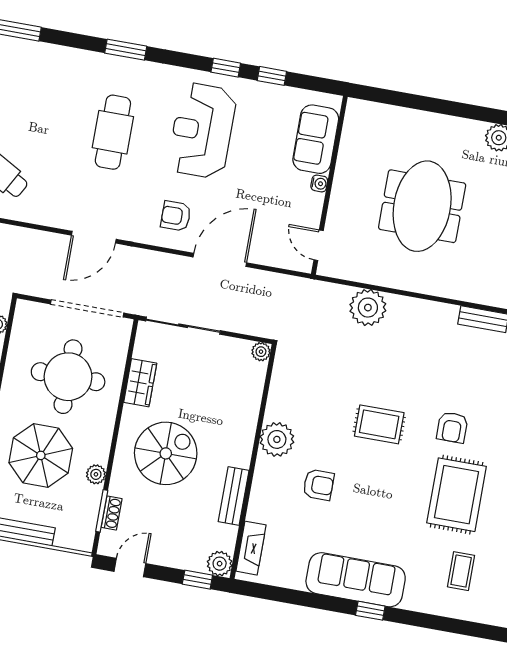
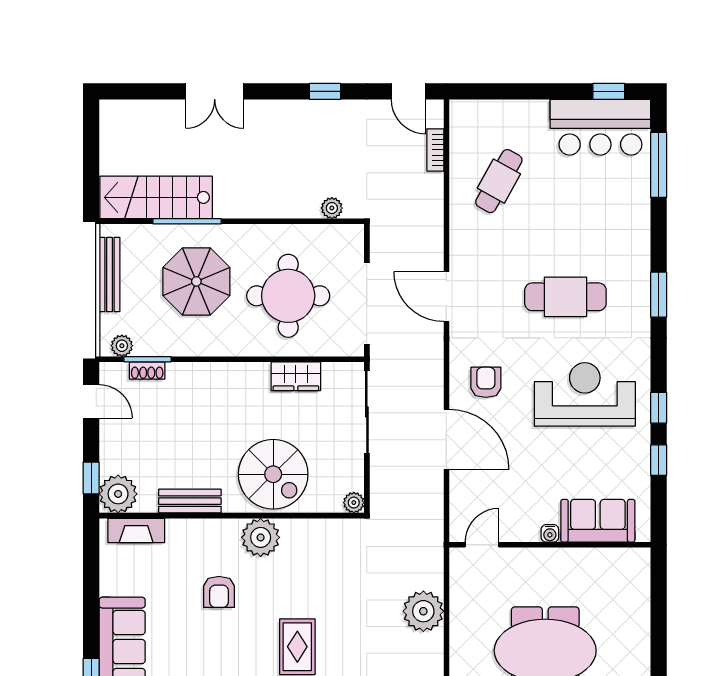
spiral stairs: (166, 453) -> (273, 474), moved
plant: (96, 474) -> (122, 346), moved
plant: (220, 564) -> (118, 494), width x1.36, depth x1.36

